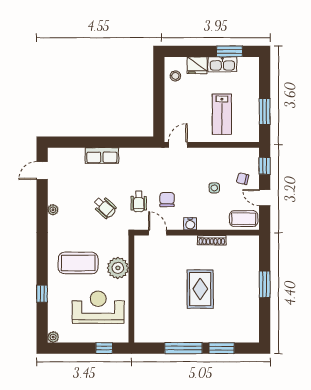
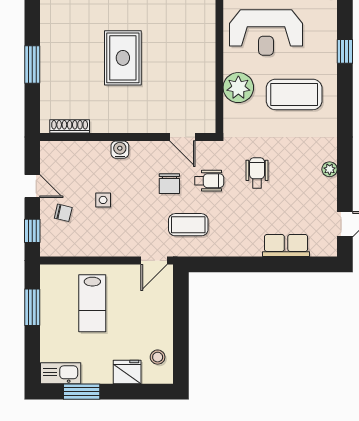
kitchen sink: (222, 64) -> (61, 373), moved
lab bench: (222, 114) -> (92, 303), turned 180
row of seats: (102, 155) -> (286, 245), moved
wheelchair: (139, 202) -> (209, 181), turned 90
wheelchair: (105, 207) -> (257, 173), turned 48
coffee table: (244, 219) -> (188, 225), moved
water cooler: (190, 224) -> (120, 150), moved
shoe rack: (212, 240) -> (70, 126), moved

